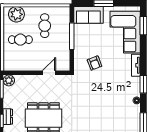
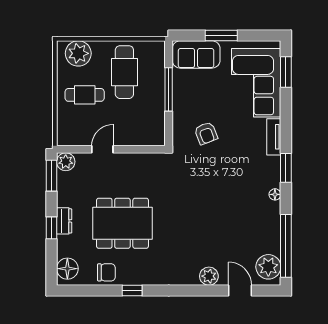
cafe table: (45, 26) -> (124, 72), width x1.37, depth x1.35
door: (49, 73) -> (102, 149), moved

